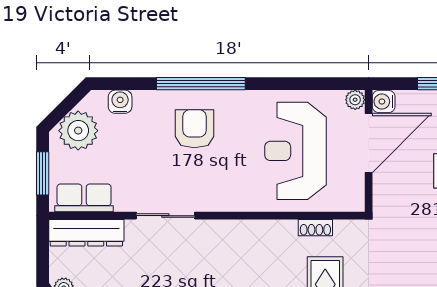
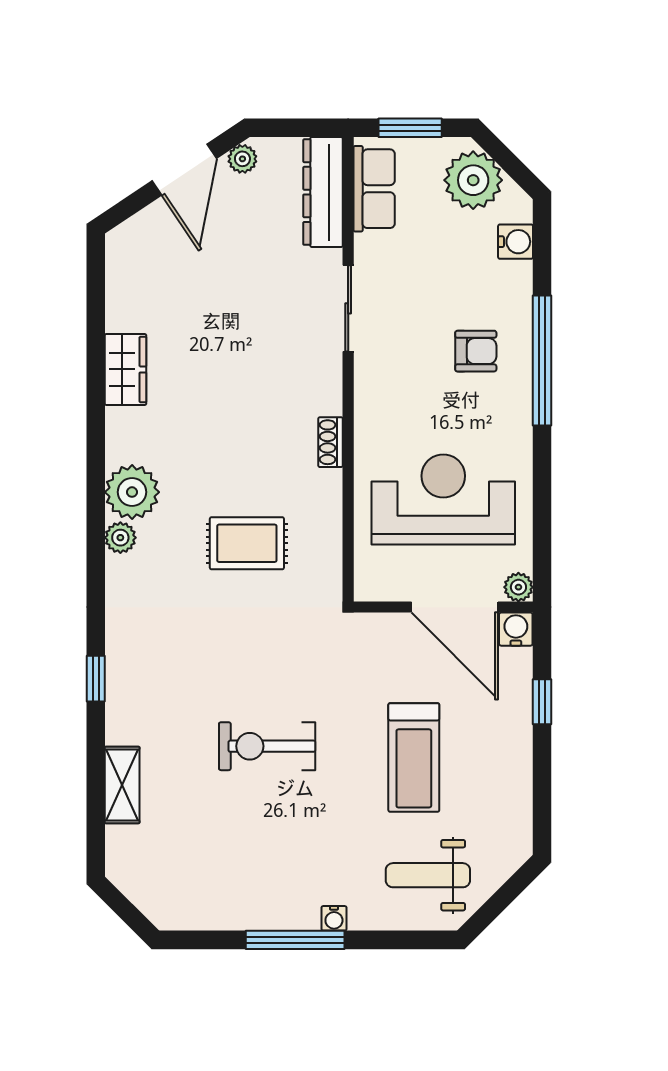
armchair: (194, 129) -> (476, 351), width x0.72, depth x0.72
shoe rack: (315, 228) -> (330, 442), moved

